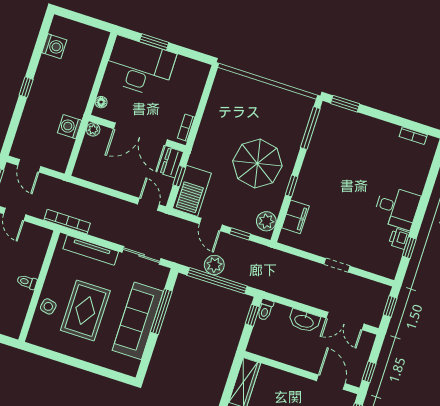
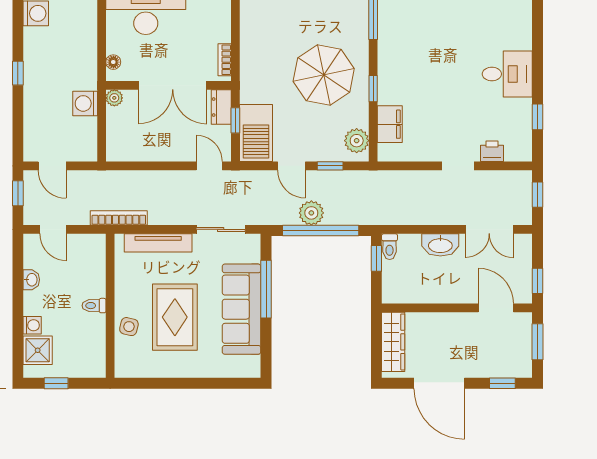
printer: (399, 239) -> (492, 151), moved, turned 90

